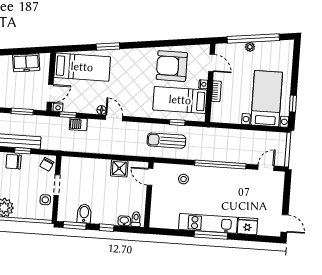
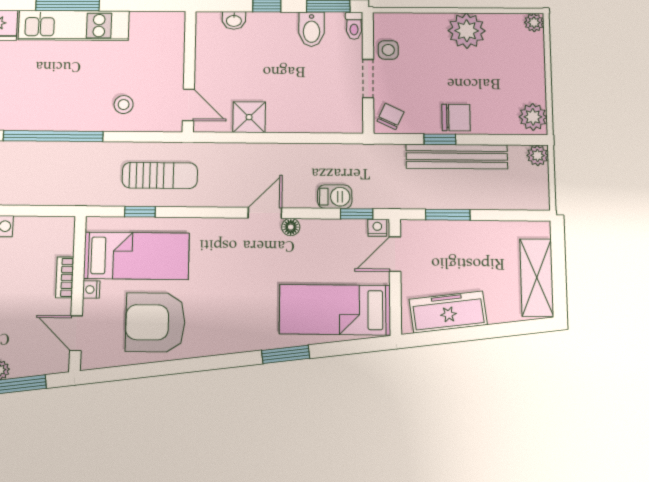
freezer: (26, 63) -> (448, 312), width x1.40
armchair: (172, 66) -> (155, 322), turned 180
door: (114, 118) -> (265, 213), swing flipped
toilet: (136, 219) -> (354, 26), moved

